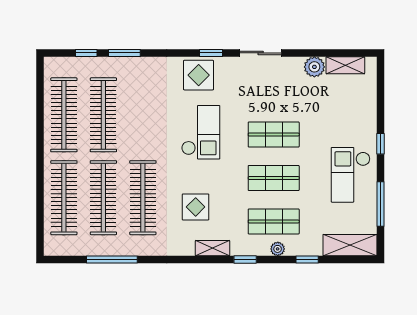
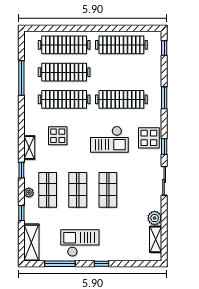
window: (86, 53) -> (164, 48), moved
window: (124, 53) -> (164, 98), moved
clothes rail: (103, 115) -> (121, 99), moved

